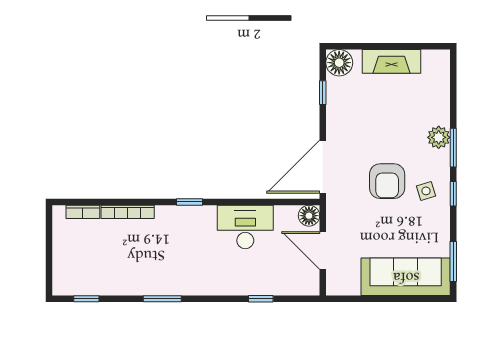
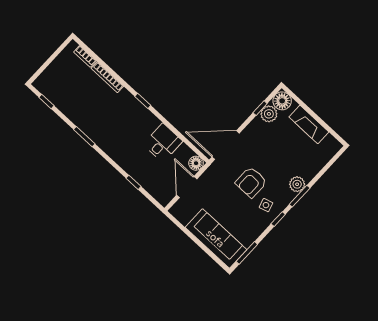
plant: (338, 90) -> (269, 114), added
desk: (245, 227) -> (163, 143), width x0.73

